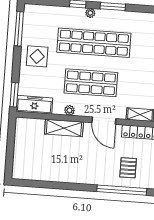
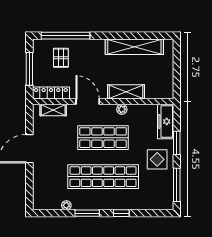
plant: (90, 13) -> (66, 205), moved
window: (14, 95) -> (177, 143), moved
freezer: (34, 105) -> (166, 121), moved, turned 90
shelving: (52, 174) -> (134, 47), added

